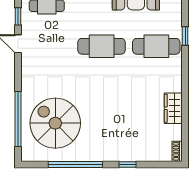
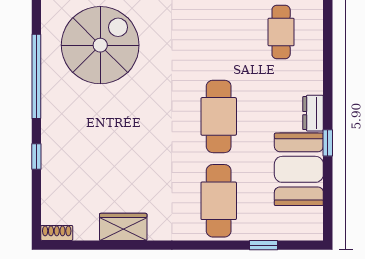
window: (185, 36) -> (263, 245), moved

